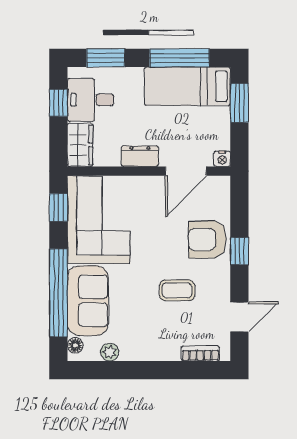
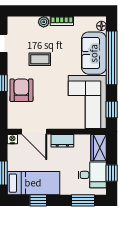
window: (179, 58) -> (38, 200), width x0.46
door: (186, 171) -> (34, 132), swing flipped
armchair: (207, 239) -> (21, 90), turned -89
plant: (110, 352) -> (44, 22), moved
bookcase: (200, 354) -> (62, 21), moved

